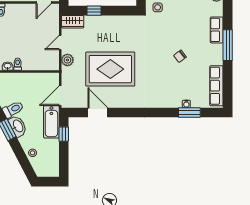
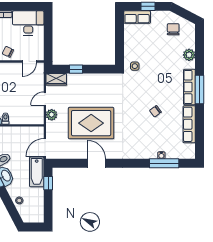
row of seats: (217, 30) -> (189, 87), width x1.48
window: (228, 45) -> (199, 89), moved
row of seats: (216, 86) -> (189, 124), moved
door: (98, 112) -> (96, 163), moved
window: (189, 112) -> (164, 163), width x1.44

